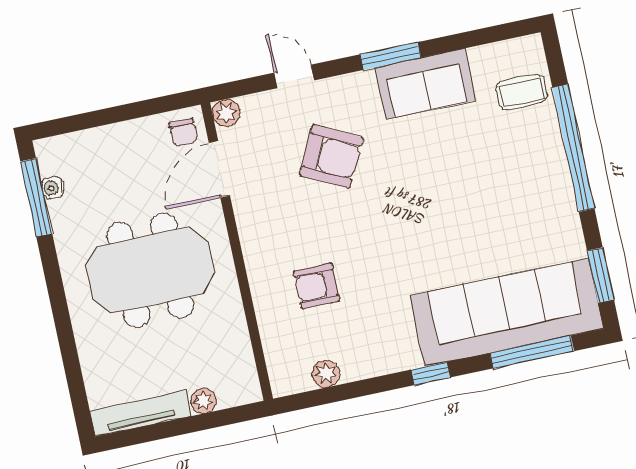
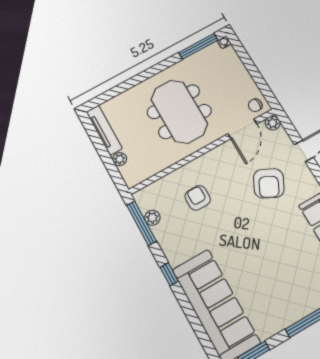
door: (219, 169) -> (242, 129), swing flipped
water cooler: (53, 188) -> (224, 42), moved
window: (532, 352) -> (141, 223), moved

